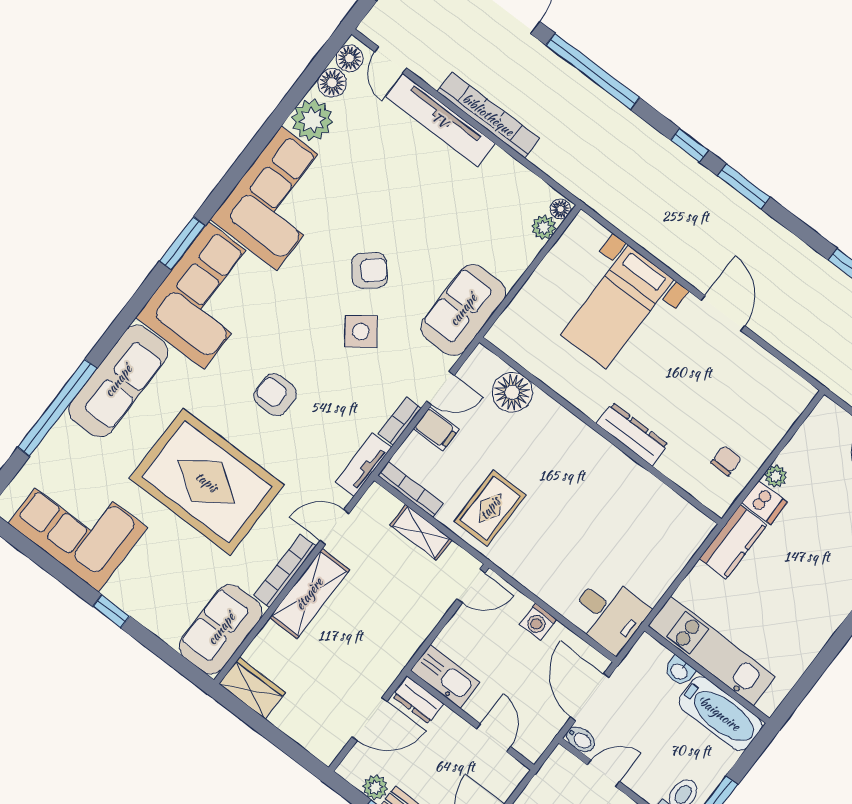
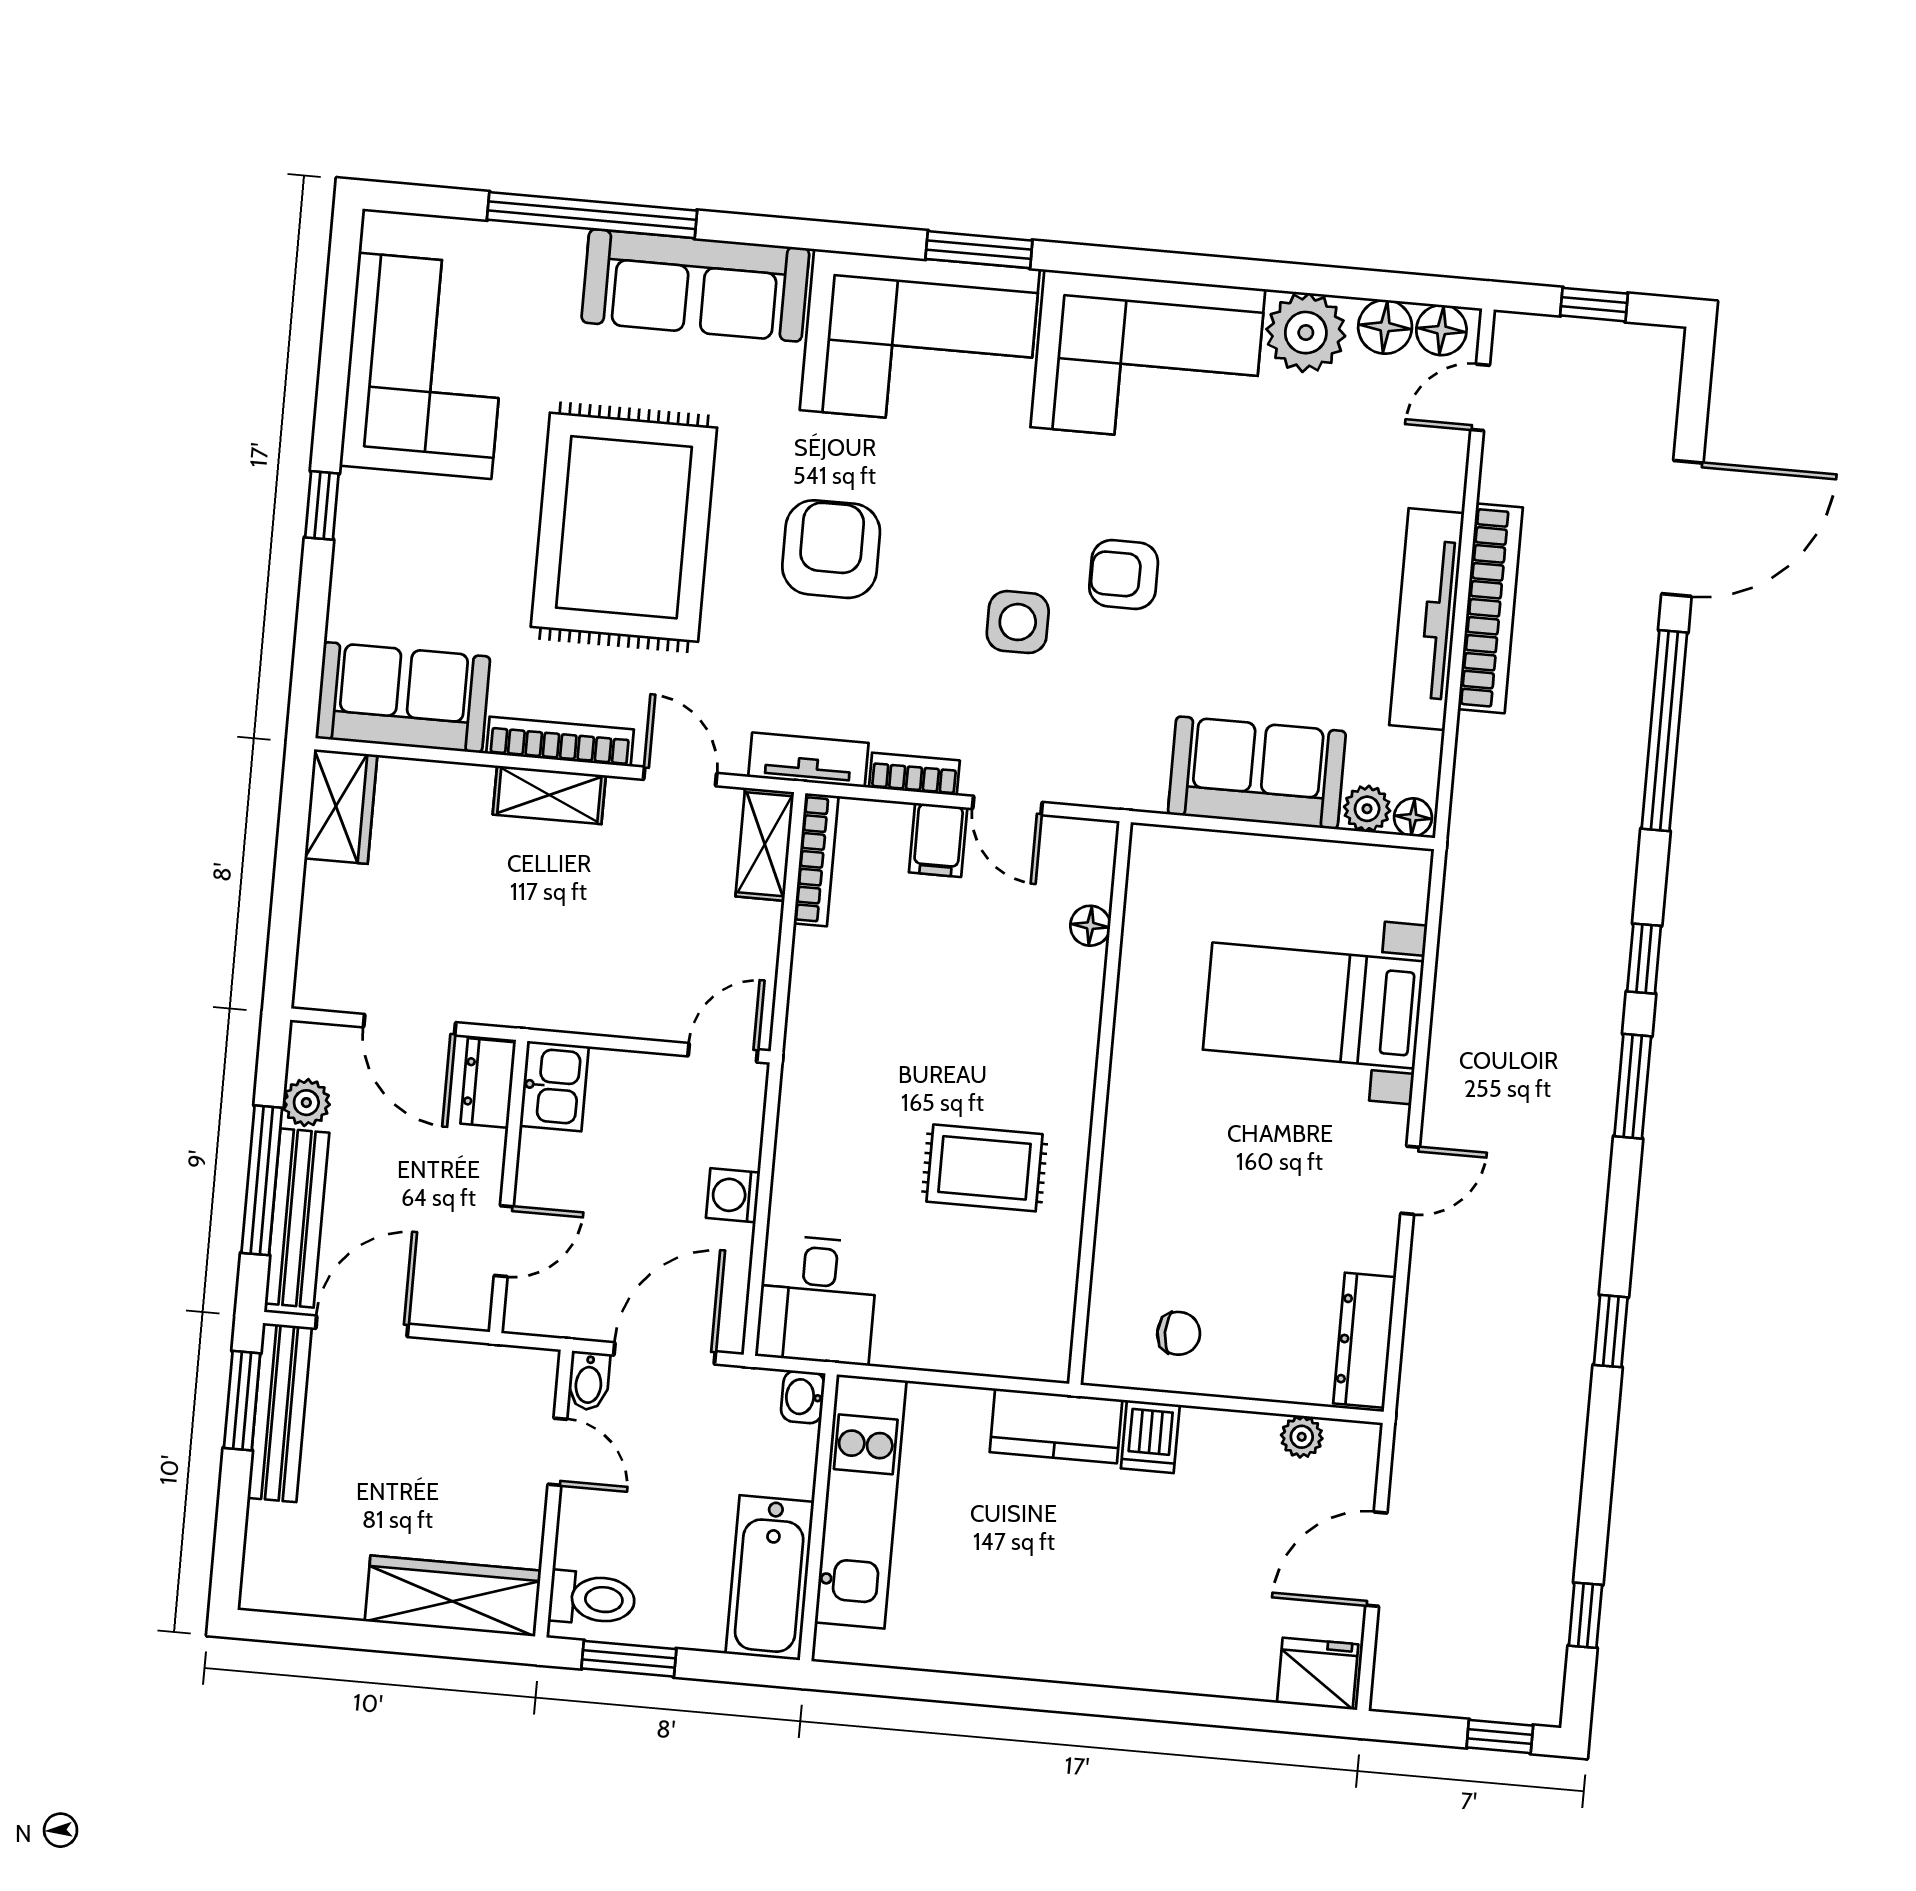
tv unit: (440, 120) -> (1427, 619), moved
armchair: (369, 270) -> (1124, 575), turned 131
sofa: (463, 310) -> (1257, 773), moved
door: (723, 313) -> (1410, 1180), width x0.73
side table: (361, 331) -> (1018, 622), turned 36
floor lamp: (512, 392) -> (1090, 926), width x0.53, depth x0.53
armchair: (275, 395) -> (831, 549), width x1.38, depth x1.38
dresser: (632, 434) -> (1365, 1340), moved, turned 180
plant: (776, 476) -> (1302, 1437), moved
rug: (490, 508) -> (985, 1168), moved
shelving: (421, 532) -> (765, 844), moved
door: (471, 586) -> (723, 1053), swing flipped
shelving: (309, 594) -> (549, 795), width x0.67, depth x0.75
washbasin: (679, 671) -> (803, 1397), moved
kitchen sink: (445, 676) -> (554, 1086), width x0.73

